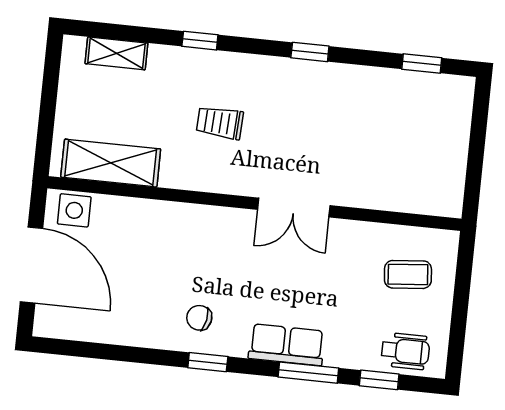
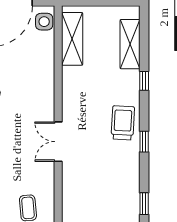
shelving: (116, 53) -> (130, 44), width x1.50, depth x1.33
trolley: (220, 123) -> (123, 123), moved, width x1.36, depth x1.39

